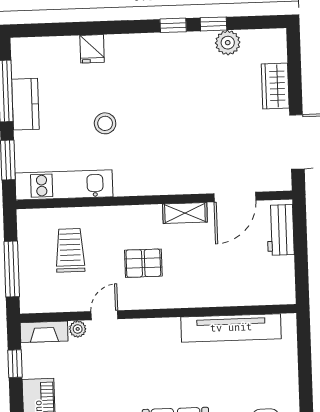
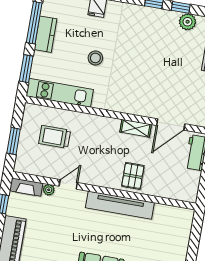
trolley: (70, 250) -> (55, 137), turned -90
pallet: (143, 263) -> (133, 176), moved, turned 90
window: (12, 269) -> (14, 141), width x0.69
tv unit: (231, 328) -> (120, 205), moved

